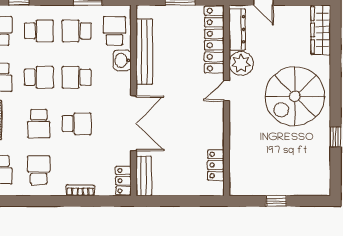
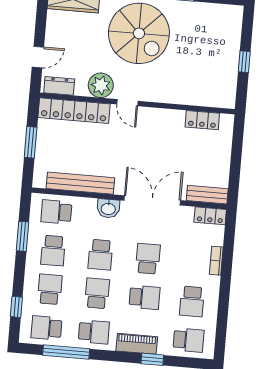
dresser: (237, 29) -> (59, 86), width x0.70
washbasin: (122, 60) -> (108, 208), moved
school desk: (39, 170) -> (192, 301), turned -90

